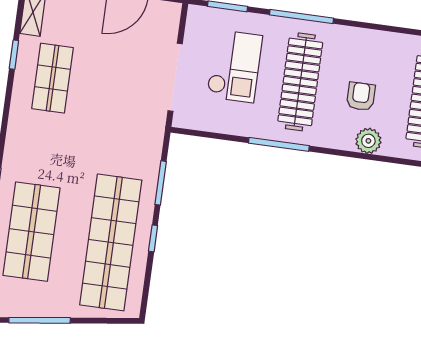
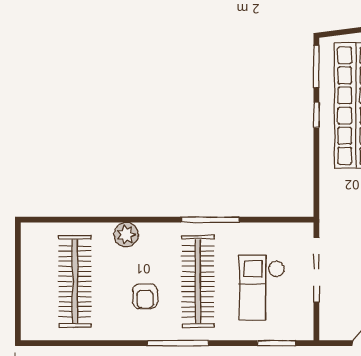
window: (302, 17) -> (178, 343), moved
armchair: (361, 96) -> (145, 296), moved
window: (161, 183) -> (316, 67), moved

